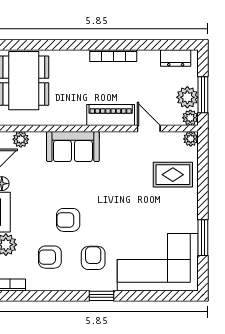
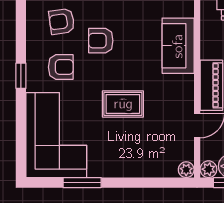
rug: (173, 175) -> (123, 104), moved, turned 90
armchair: (68, 220) -> (101, 41), turned -90
armchair: (50, 257) -> (62, 21), turned -98

